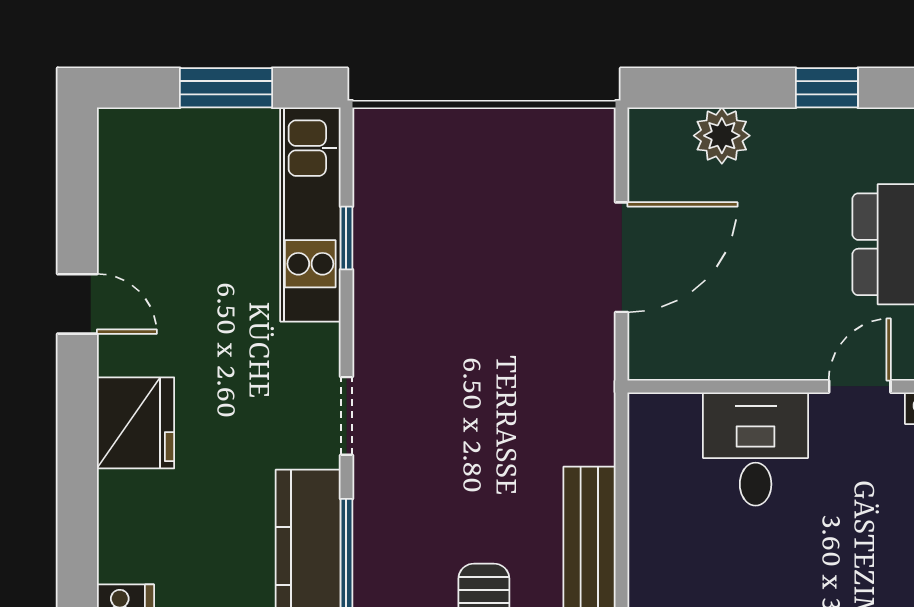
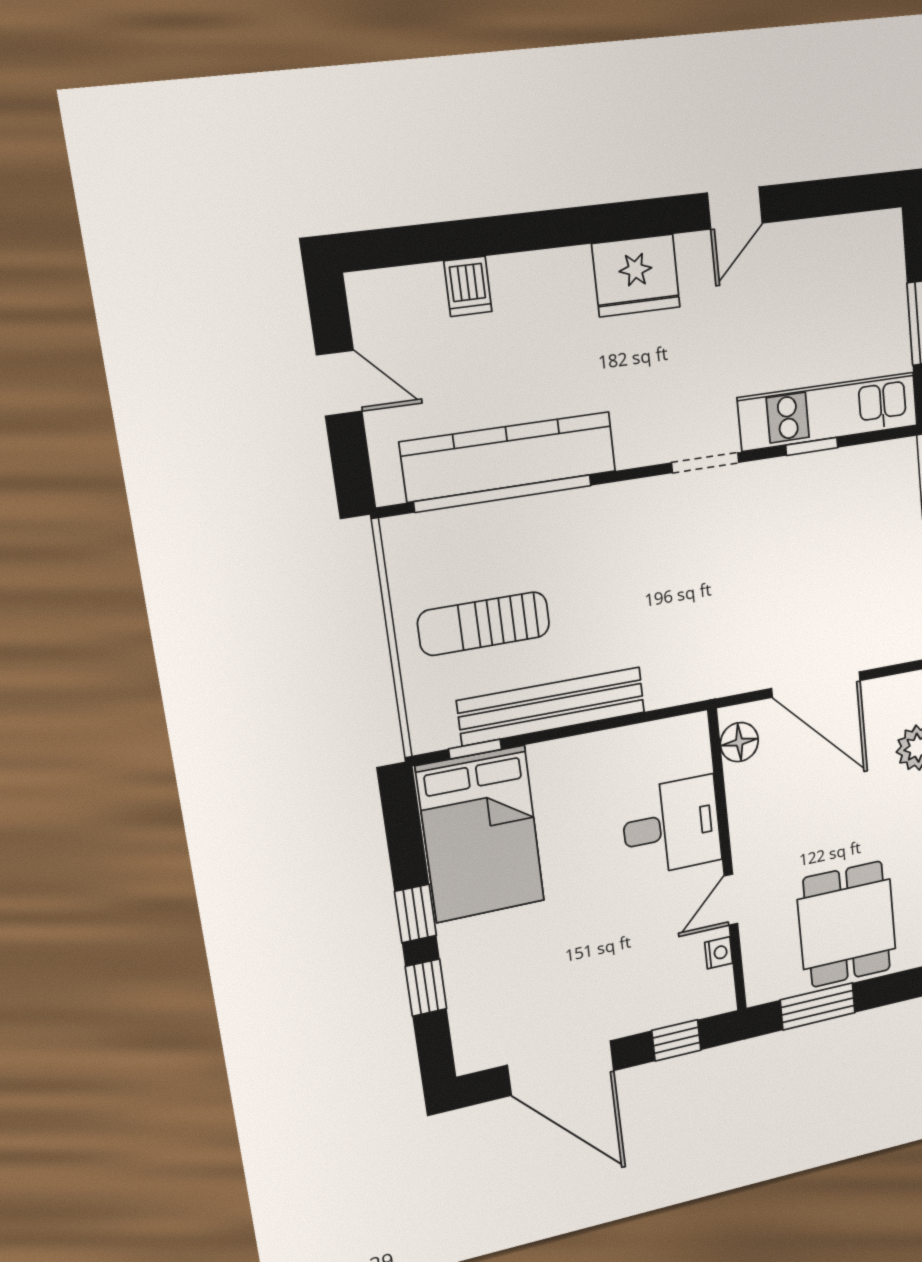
floor lamp: (672, 357) -> (739, 742), added
door: (860, 386) -> (731, 900), swing flipped
doorway: (346, 416) -> (705, 463), moved

